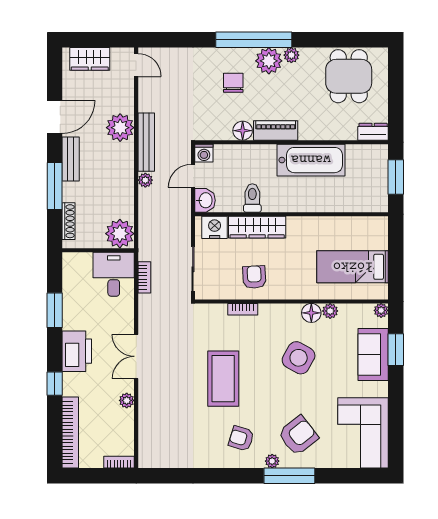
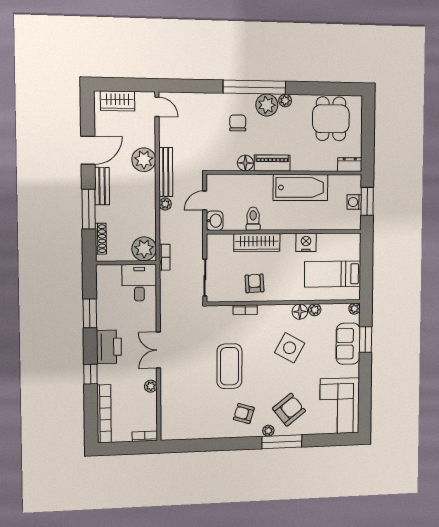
washing machine: (204, 153) -> (354, 202), moved, turned 90
nightstand: (215, 227) -> (306, 242), moved
bookcase: (144, 277) -> (165, 257), moved

